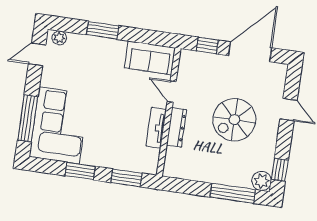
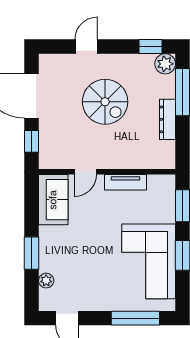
plant: (59, 38) -> (46, 281), moved
corner sofa: (59, 125) -> (149, 261), moved, turned -90
dresser: (176, 127) -> (167, 119), moved, turned -90

